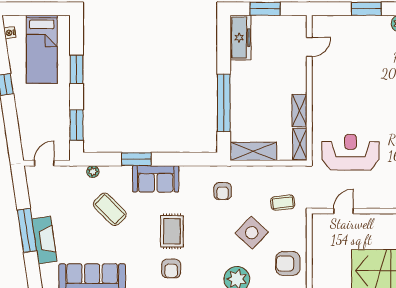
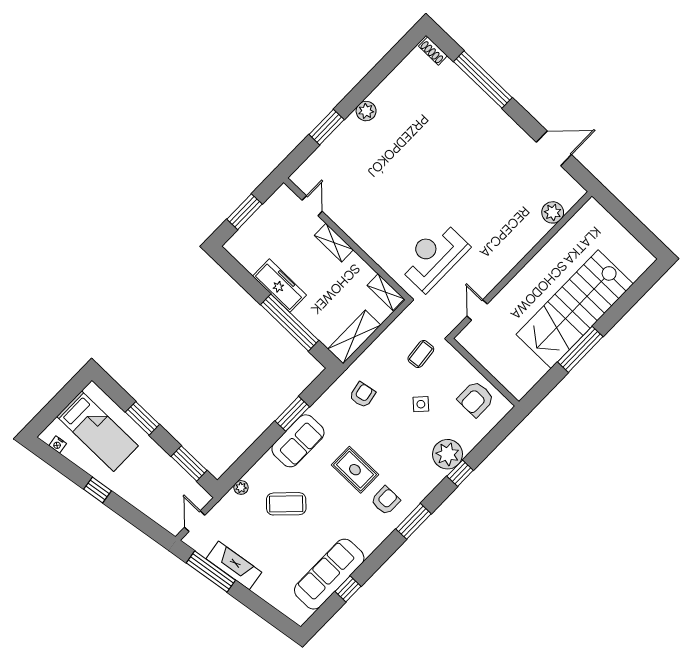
freezer: (240, 38) -> (280, 286), moved
shelving: (299, 111) -> (334, 243), moved
window: (136, 159) -> (292, 414), moved
armchair: (223, 191) -> (362, 395), turned -101
window: (27, 230) -> (211, 572), moved
side table: (252, 233) -> (421, 404), width x0.54, depth x0.54
fireplace: (44, 240) -> (234, 565), moved
armchair: (171, 269) -> (385, 501), turned -90

